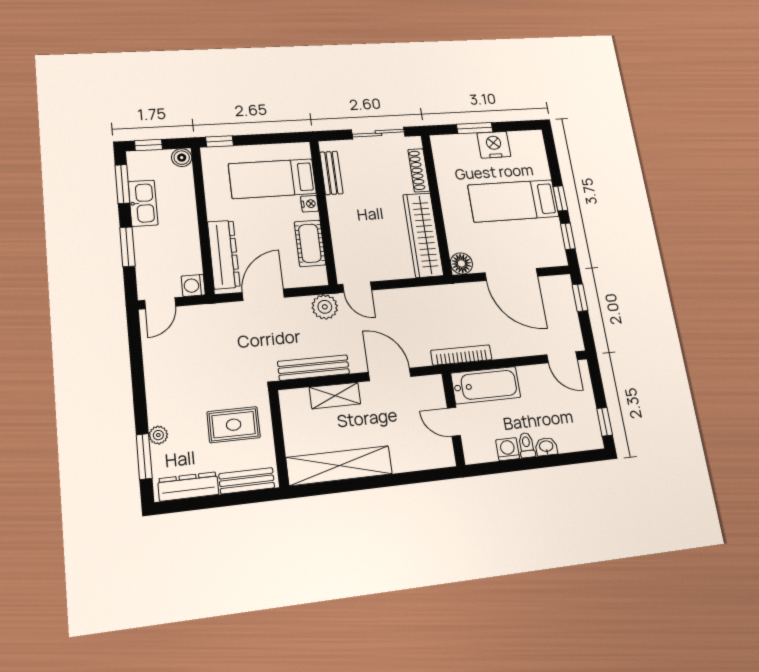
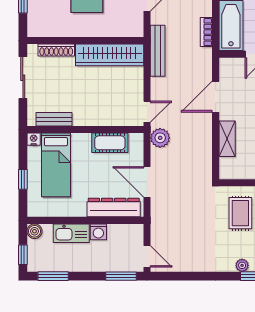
window: (220, 141) -> (23, 179), moved
kitchen sink: (143, 203) -> (71, 233), moved, turned 180
nightstand: (310, 204) -> (34, 139), moved
window: (127, 247) -> (121, 276), moved
floor lamp: (461, 263) -> (135, 28), removed
washing machine: (193, 285) -> (98, 232), moved
bookcase: (461, 355) -> (206, 32), width x0.64
bench: (314, 368) -> (158, 51), moved

